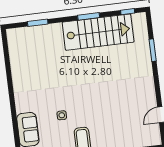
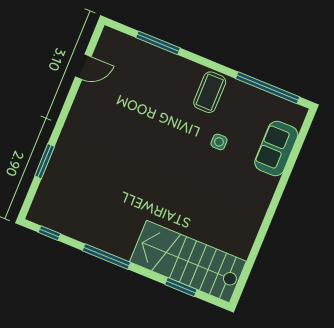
window: (89, 16) -> (106, 256), width x1.44
stairs: (98, 32) -> (188, 262), moved

